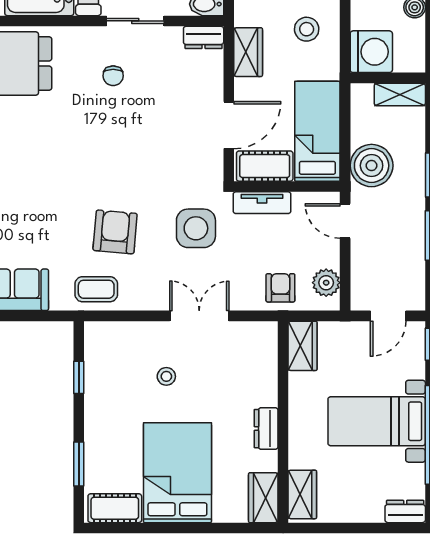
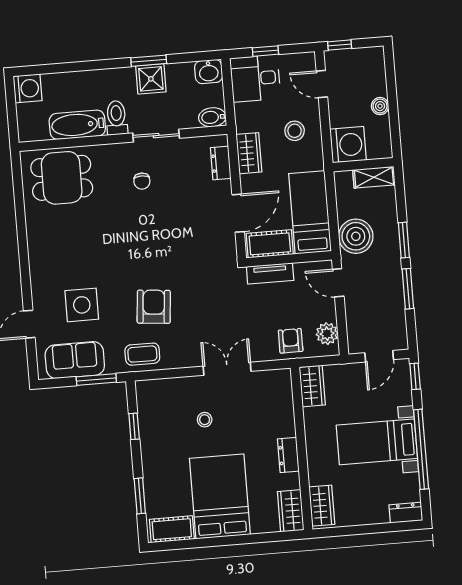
dresser: (204, 37) -> (221, 163), moved, turned 90
side table: (196, 228) -> (82, 305), moved
window: (37, 316) -> (96, 379), added

